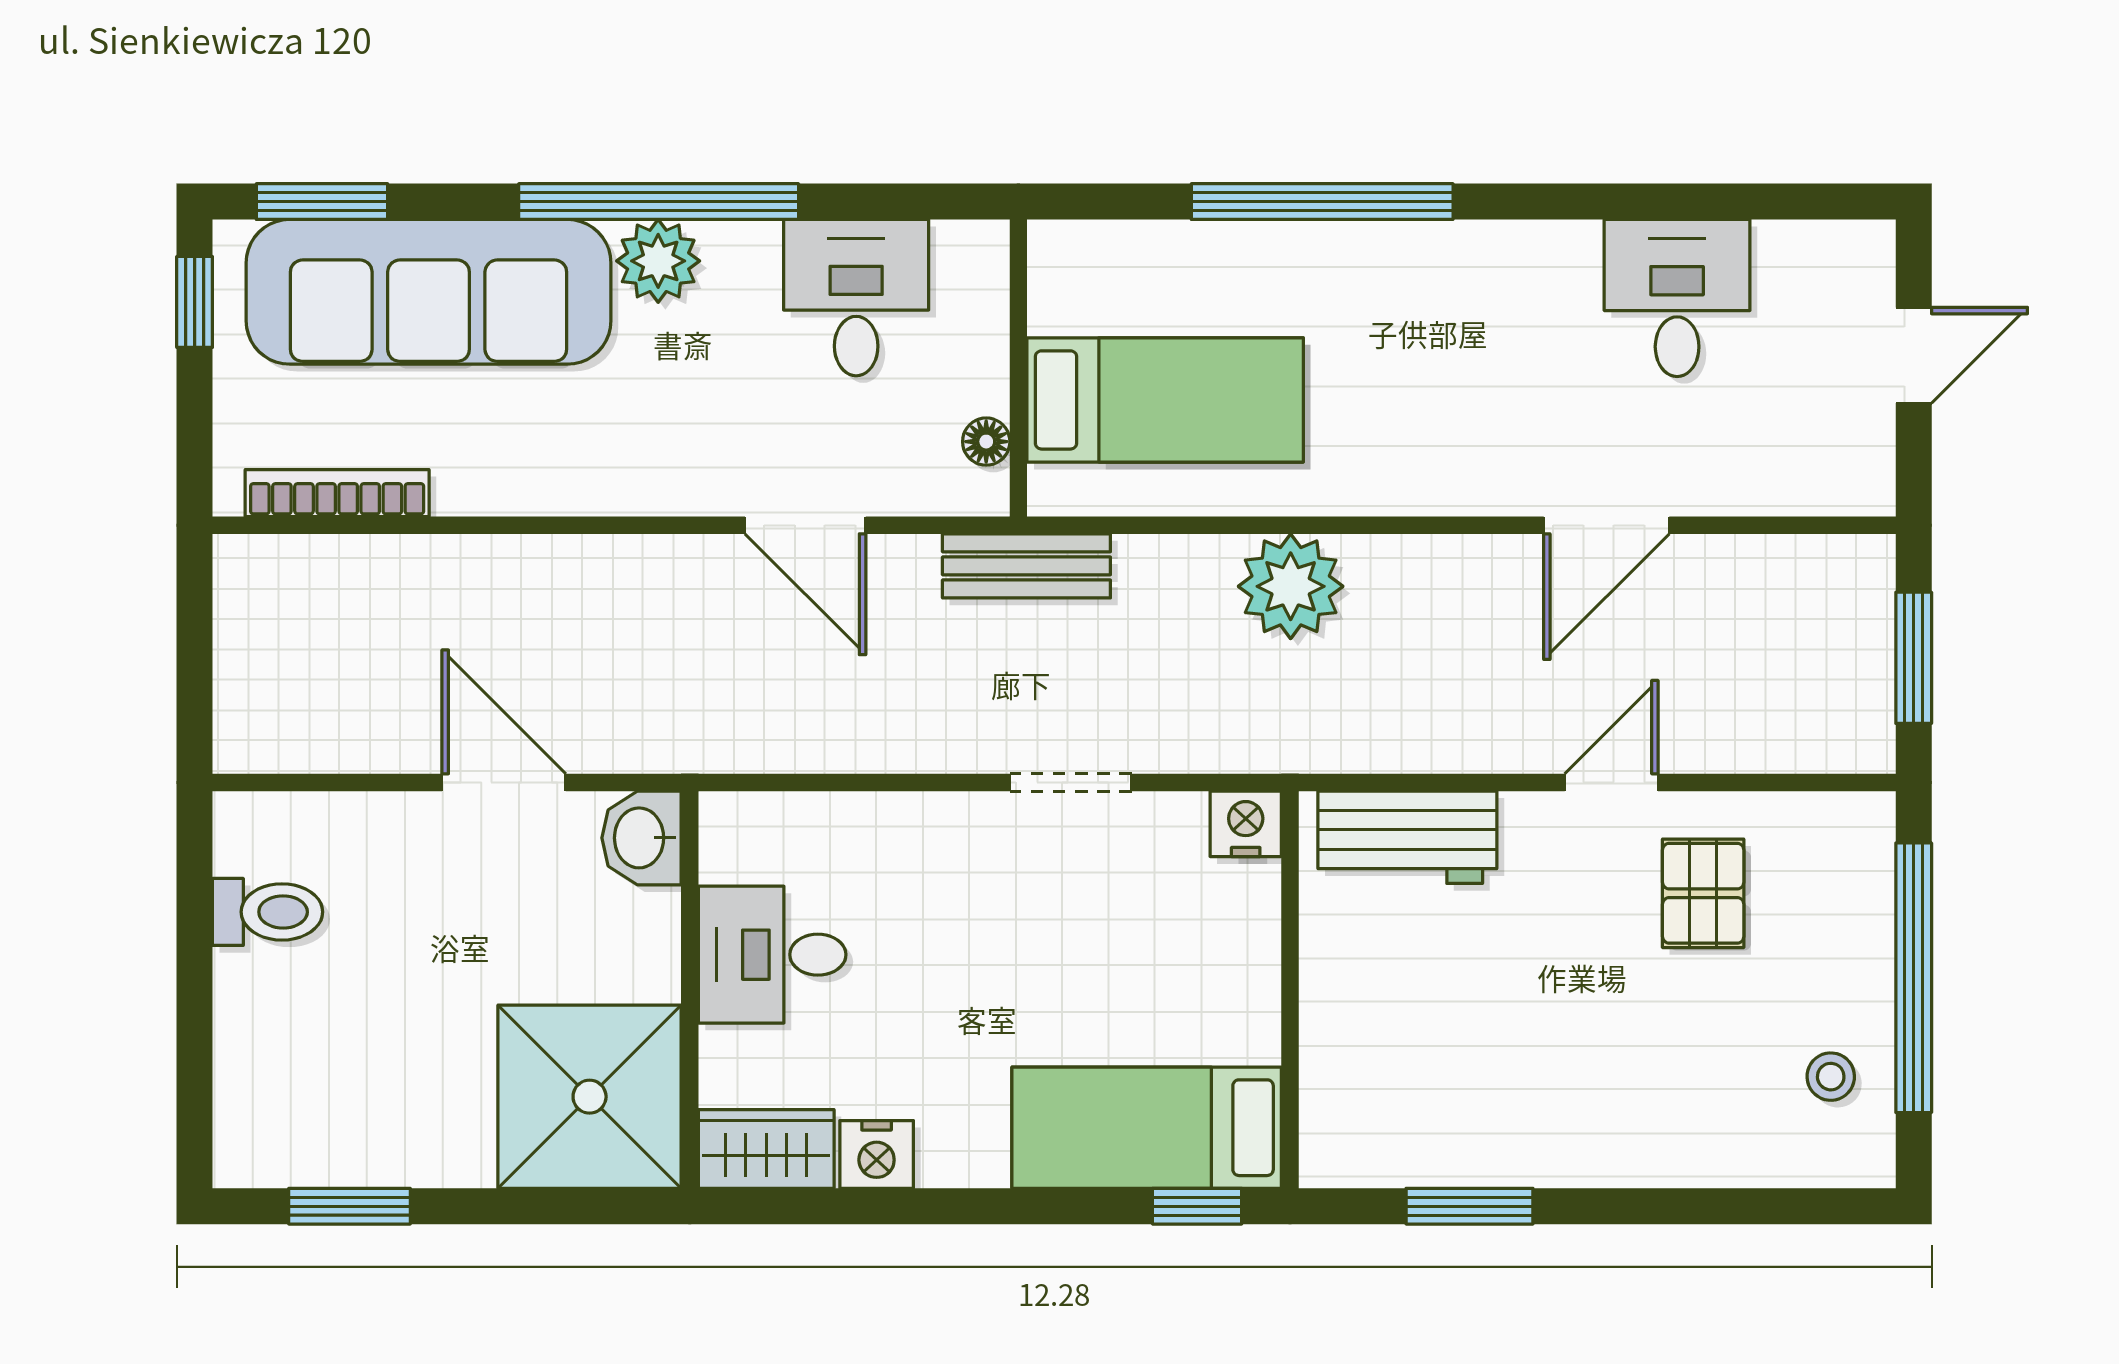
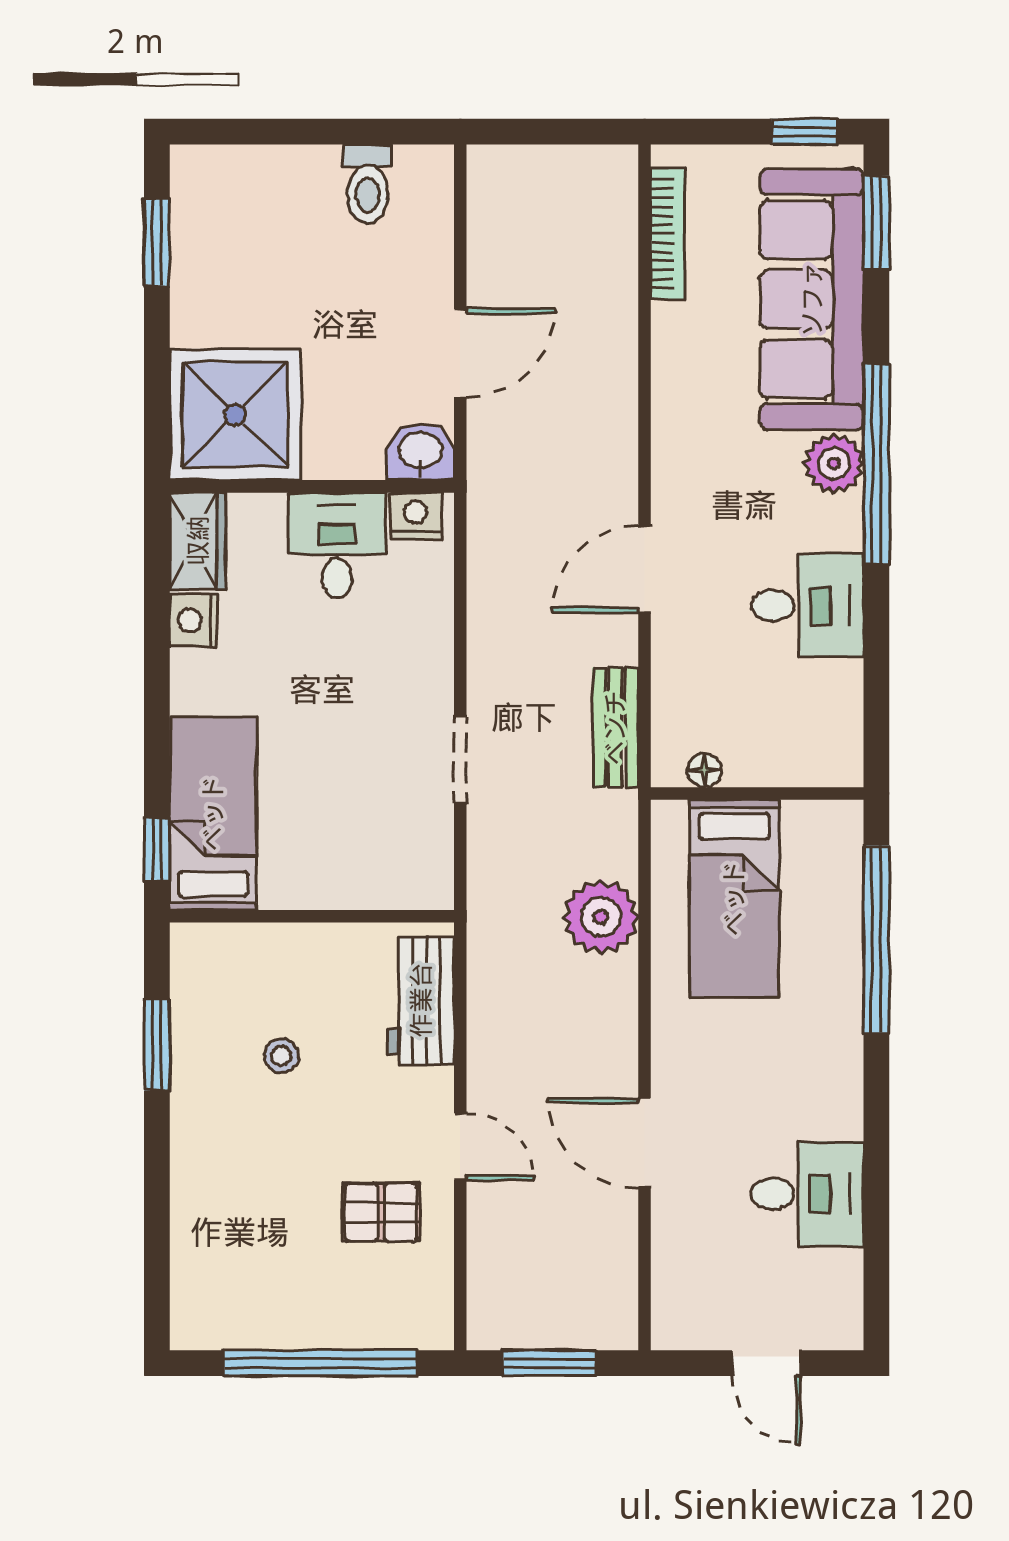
wall: (1018, 368) -> (757, 793), moved
bed: (1165, 400) -> (734, 899), moved
floor lamp: (986, 442) -> (704, 770), moved
nightstand: (1246, 824) -> (416, 516), moved, turned -90
stool: (1831, 1077) -> (281, 1056), moved

